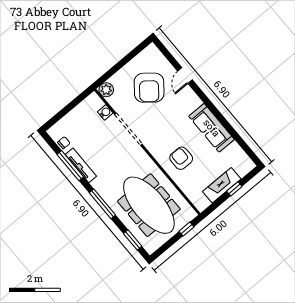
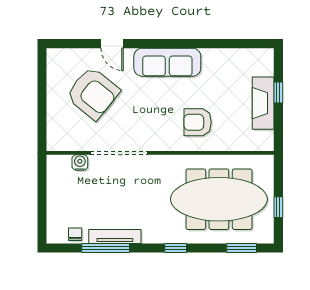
plant: (106, 90) -> (56, 141), removed
sofa: (212, 128) -> (167, 62), moved
window: (102, 204) -> (176, 248), width x0.46
window: (186, 229) -> (278, 207), moved

